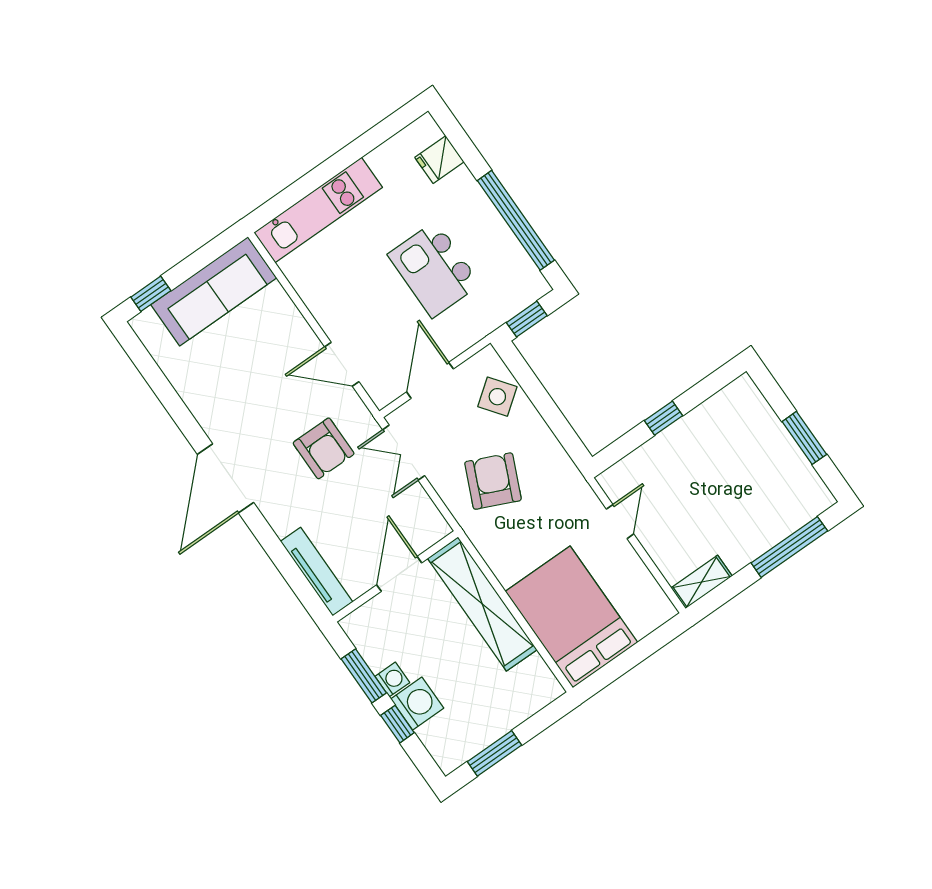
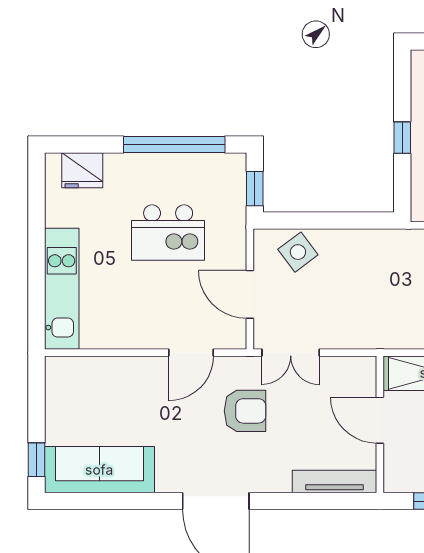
fridge: (439, 160) -> (82, 170), width x1.38
sofa: (214, 291) -> (99, 470), moved, turned -90
armchair: (493, 481) -> (359, 300), removed

